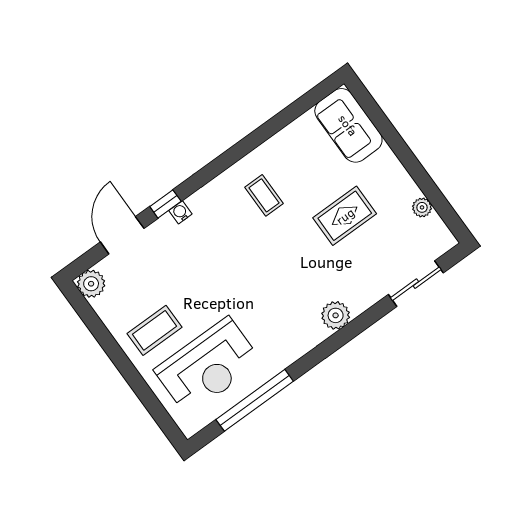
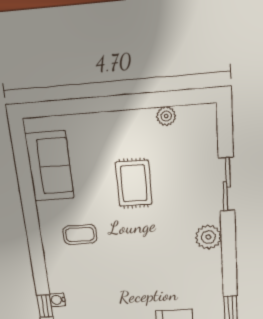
sofa: (348, 125) -> (50, 166), moved, turned -90
sliding door: (416, 284) -> (227, 184), moved

